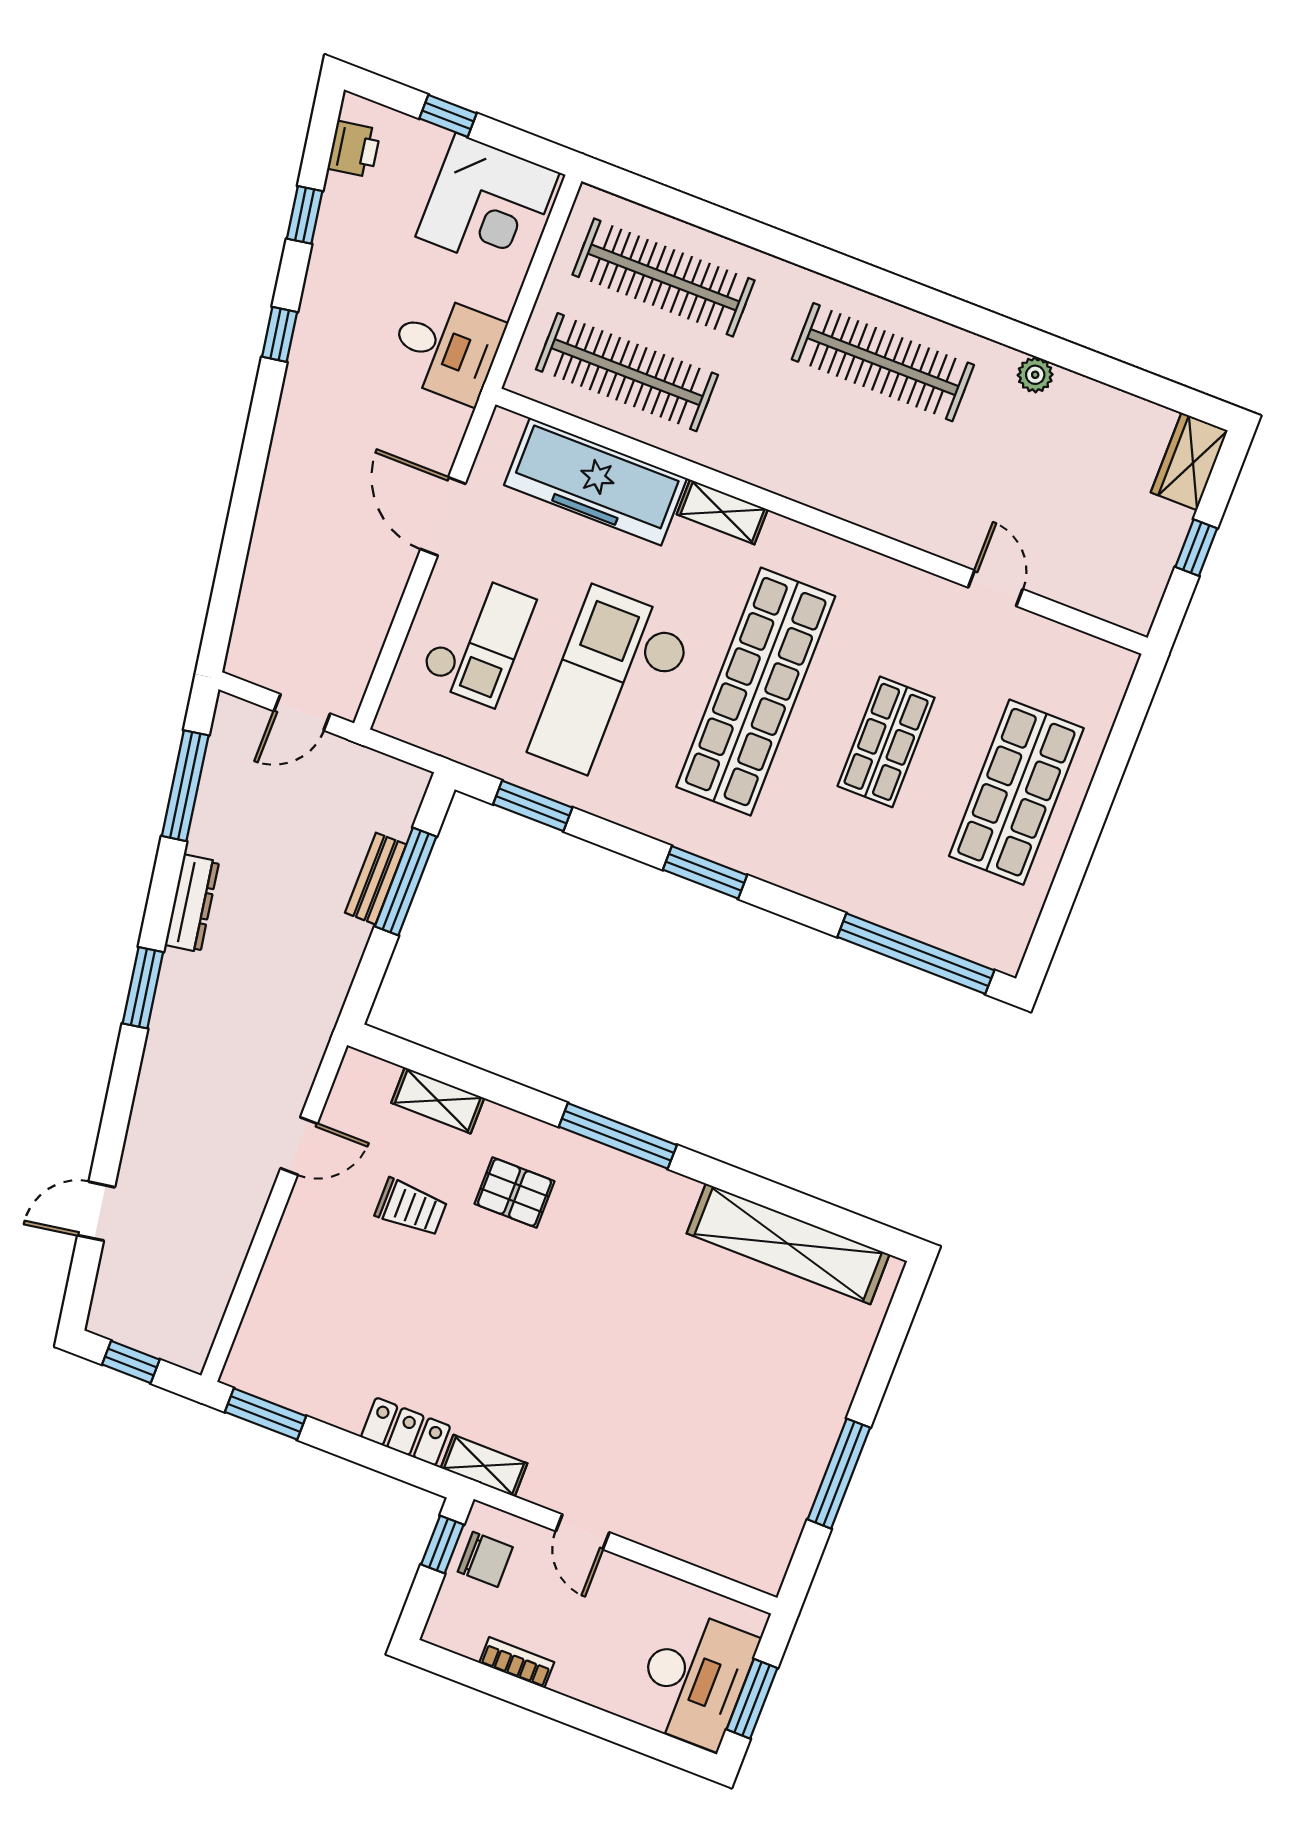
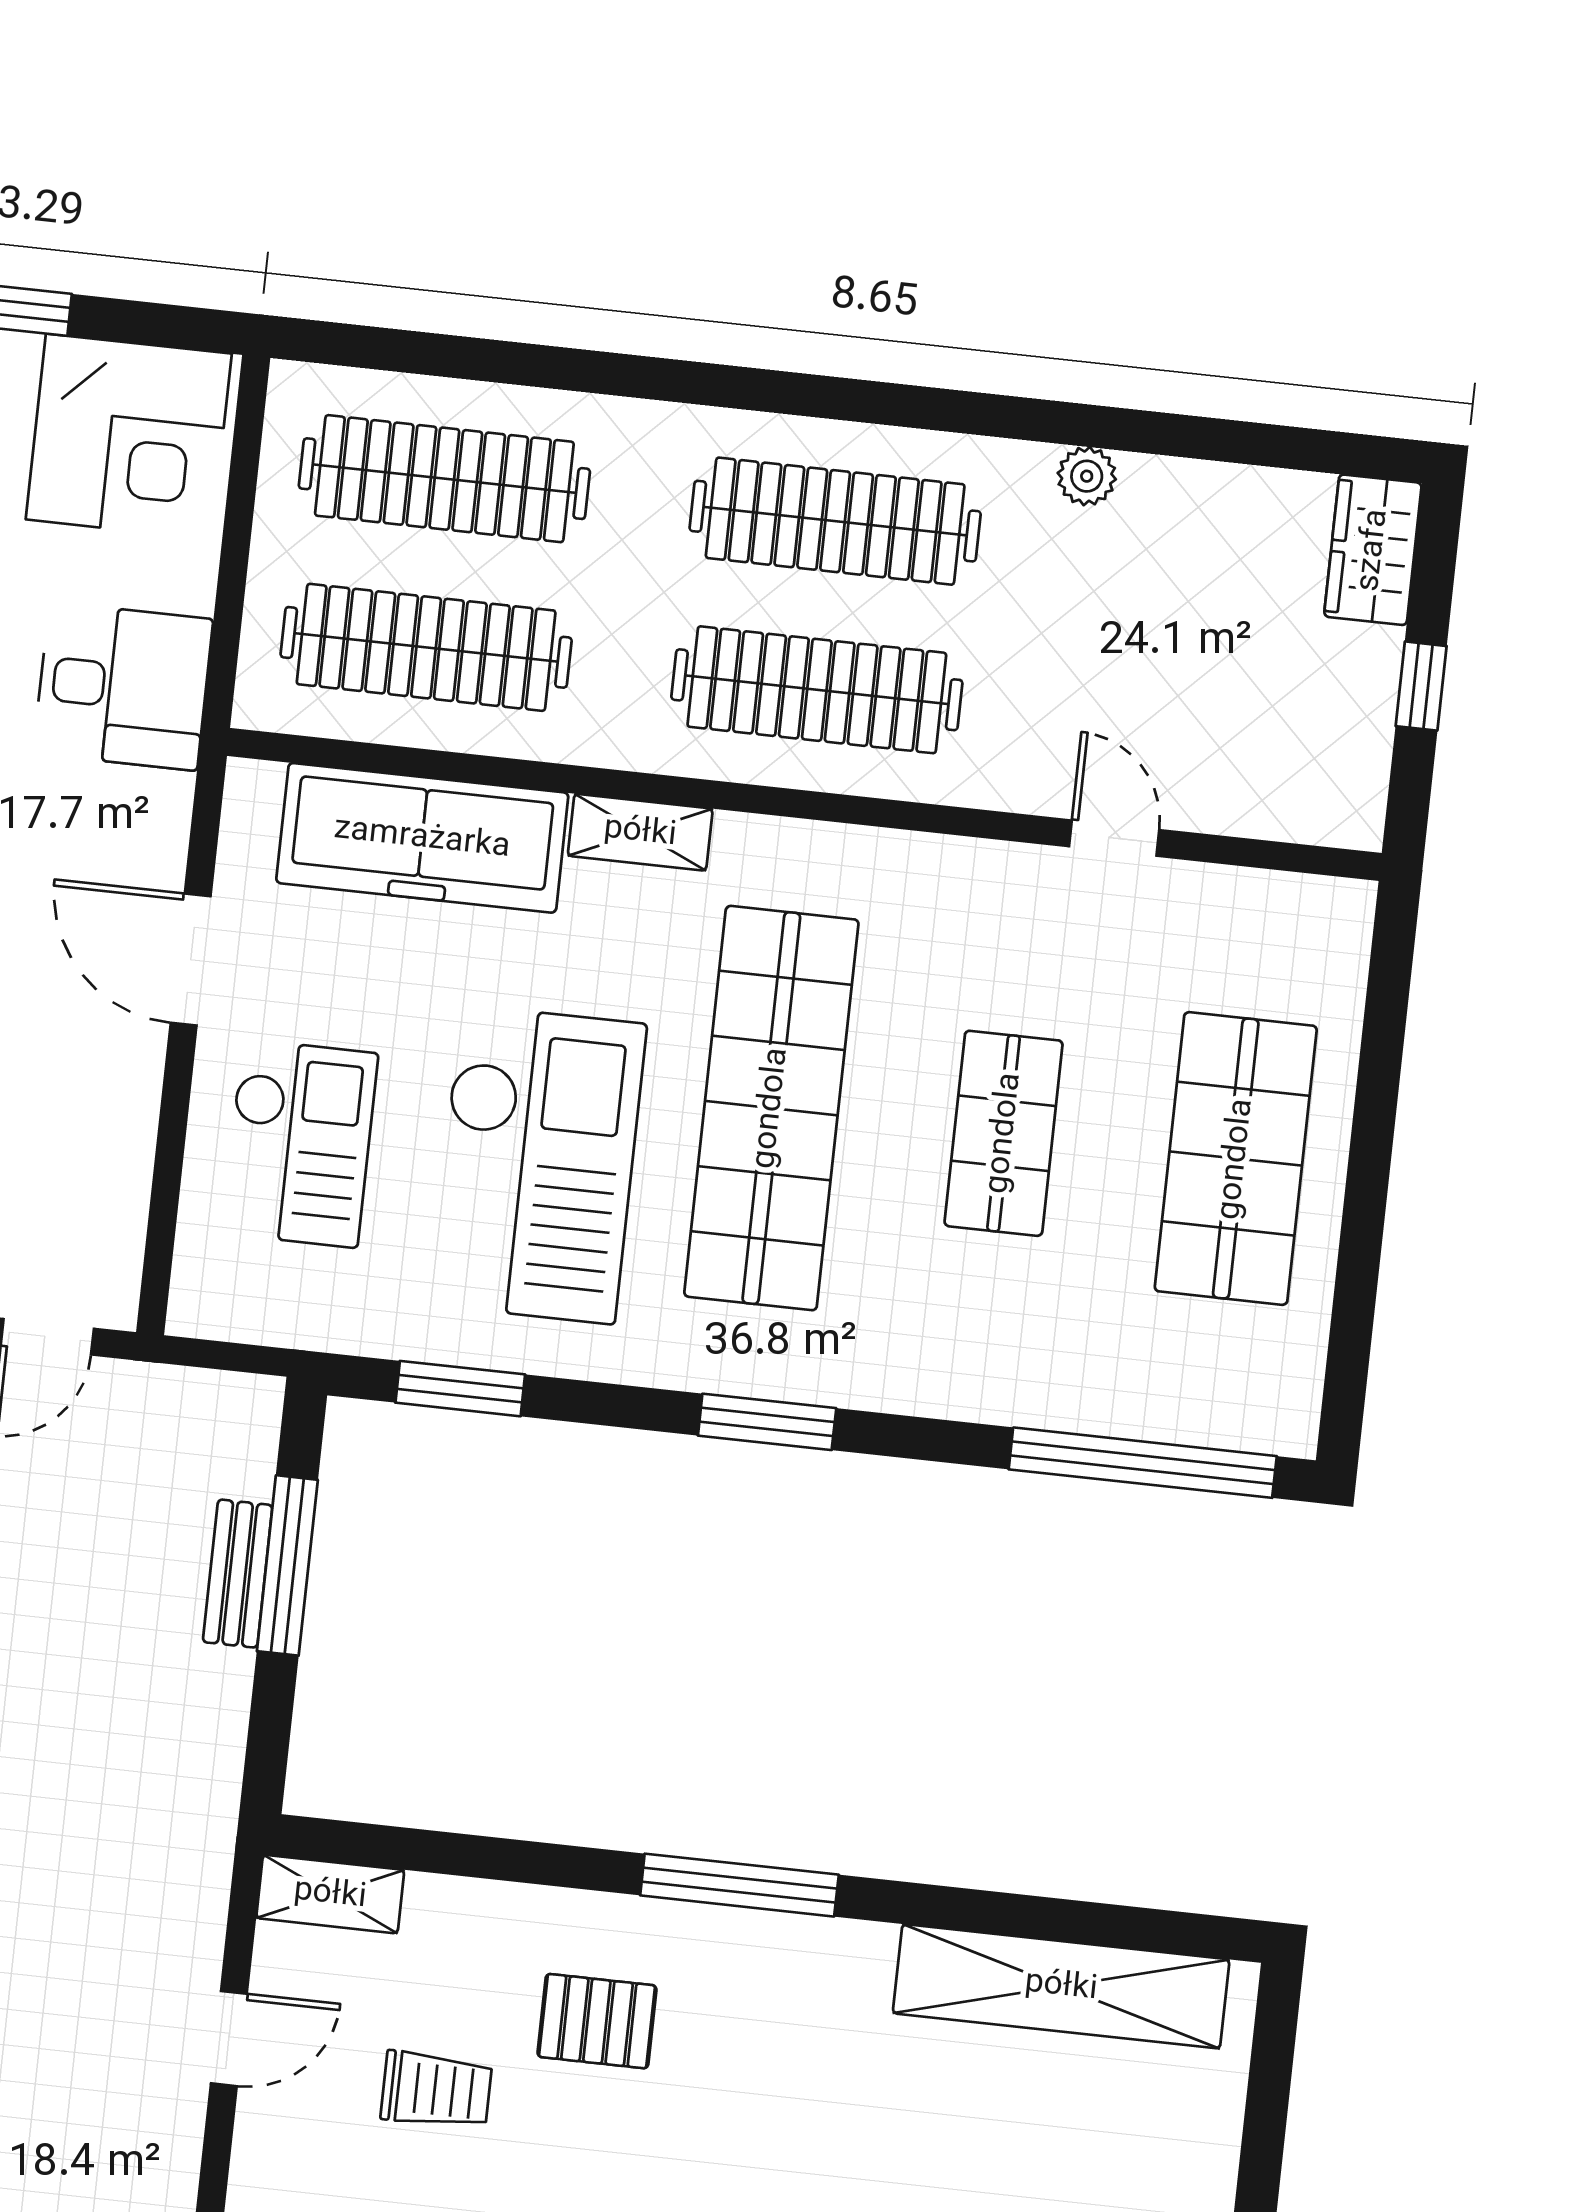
clothes rail: (846, 457) -> (817, 690), added
checkout: (612, 688) -> (537, 1164), turned 180
shelving: (438, 1100) -> (330, 1894), moved

